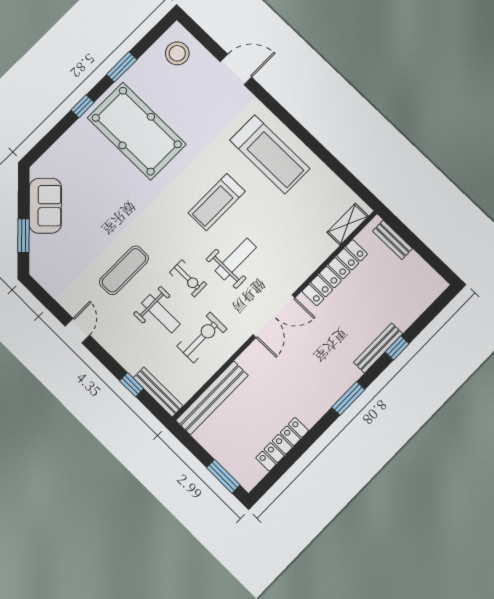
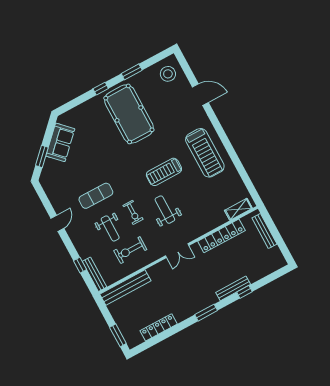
bench: (393, 240) -> (264, 231), width x1.36
weight bench: (236, 259) -> (165, 210), turned -90
double door: (274, 316) -> (177, 251), width x0.73
exercise bike: (202, 337) -> (130, 250), turned 180

